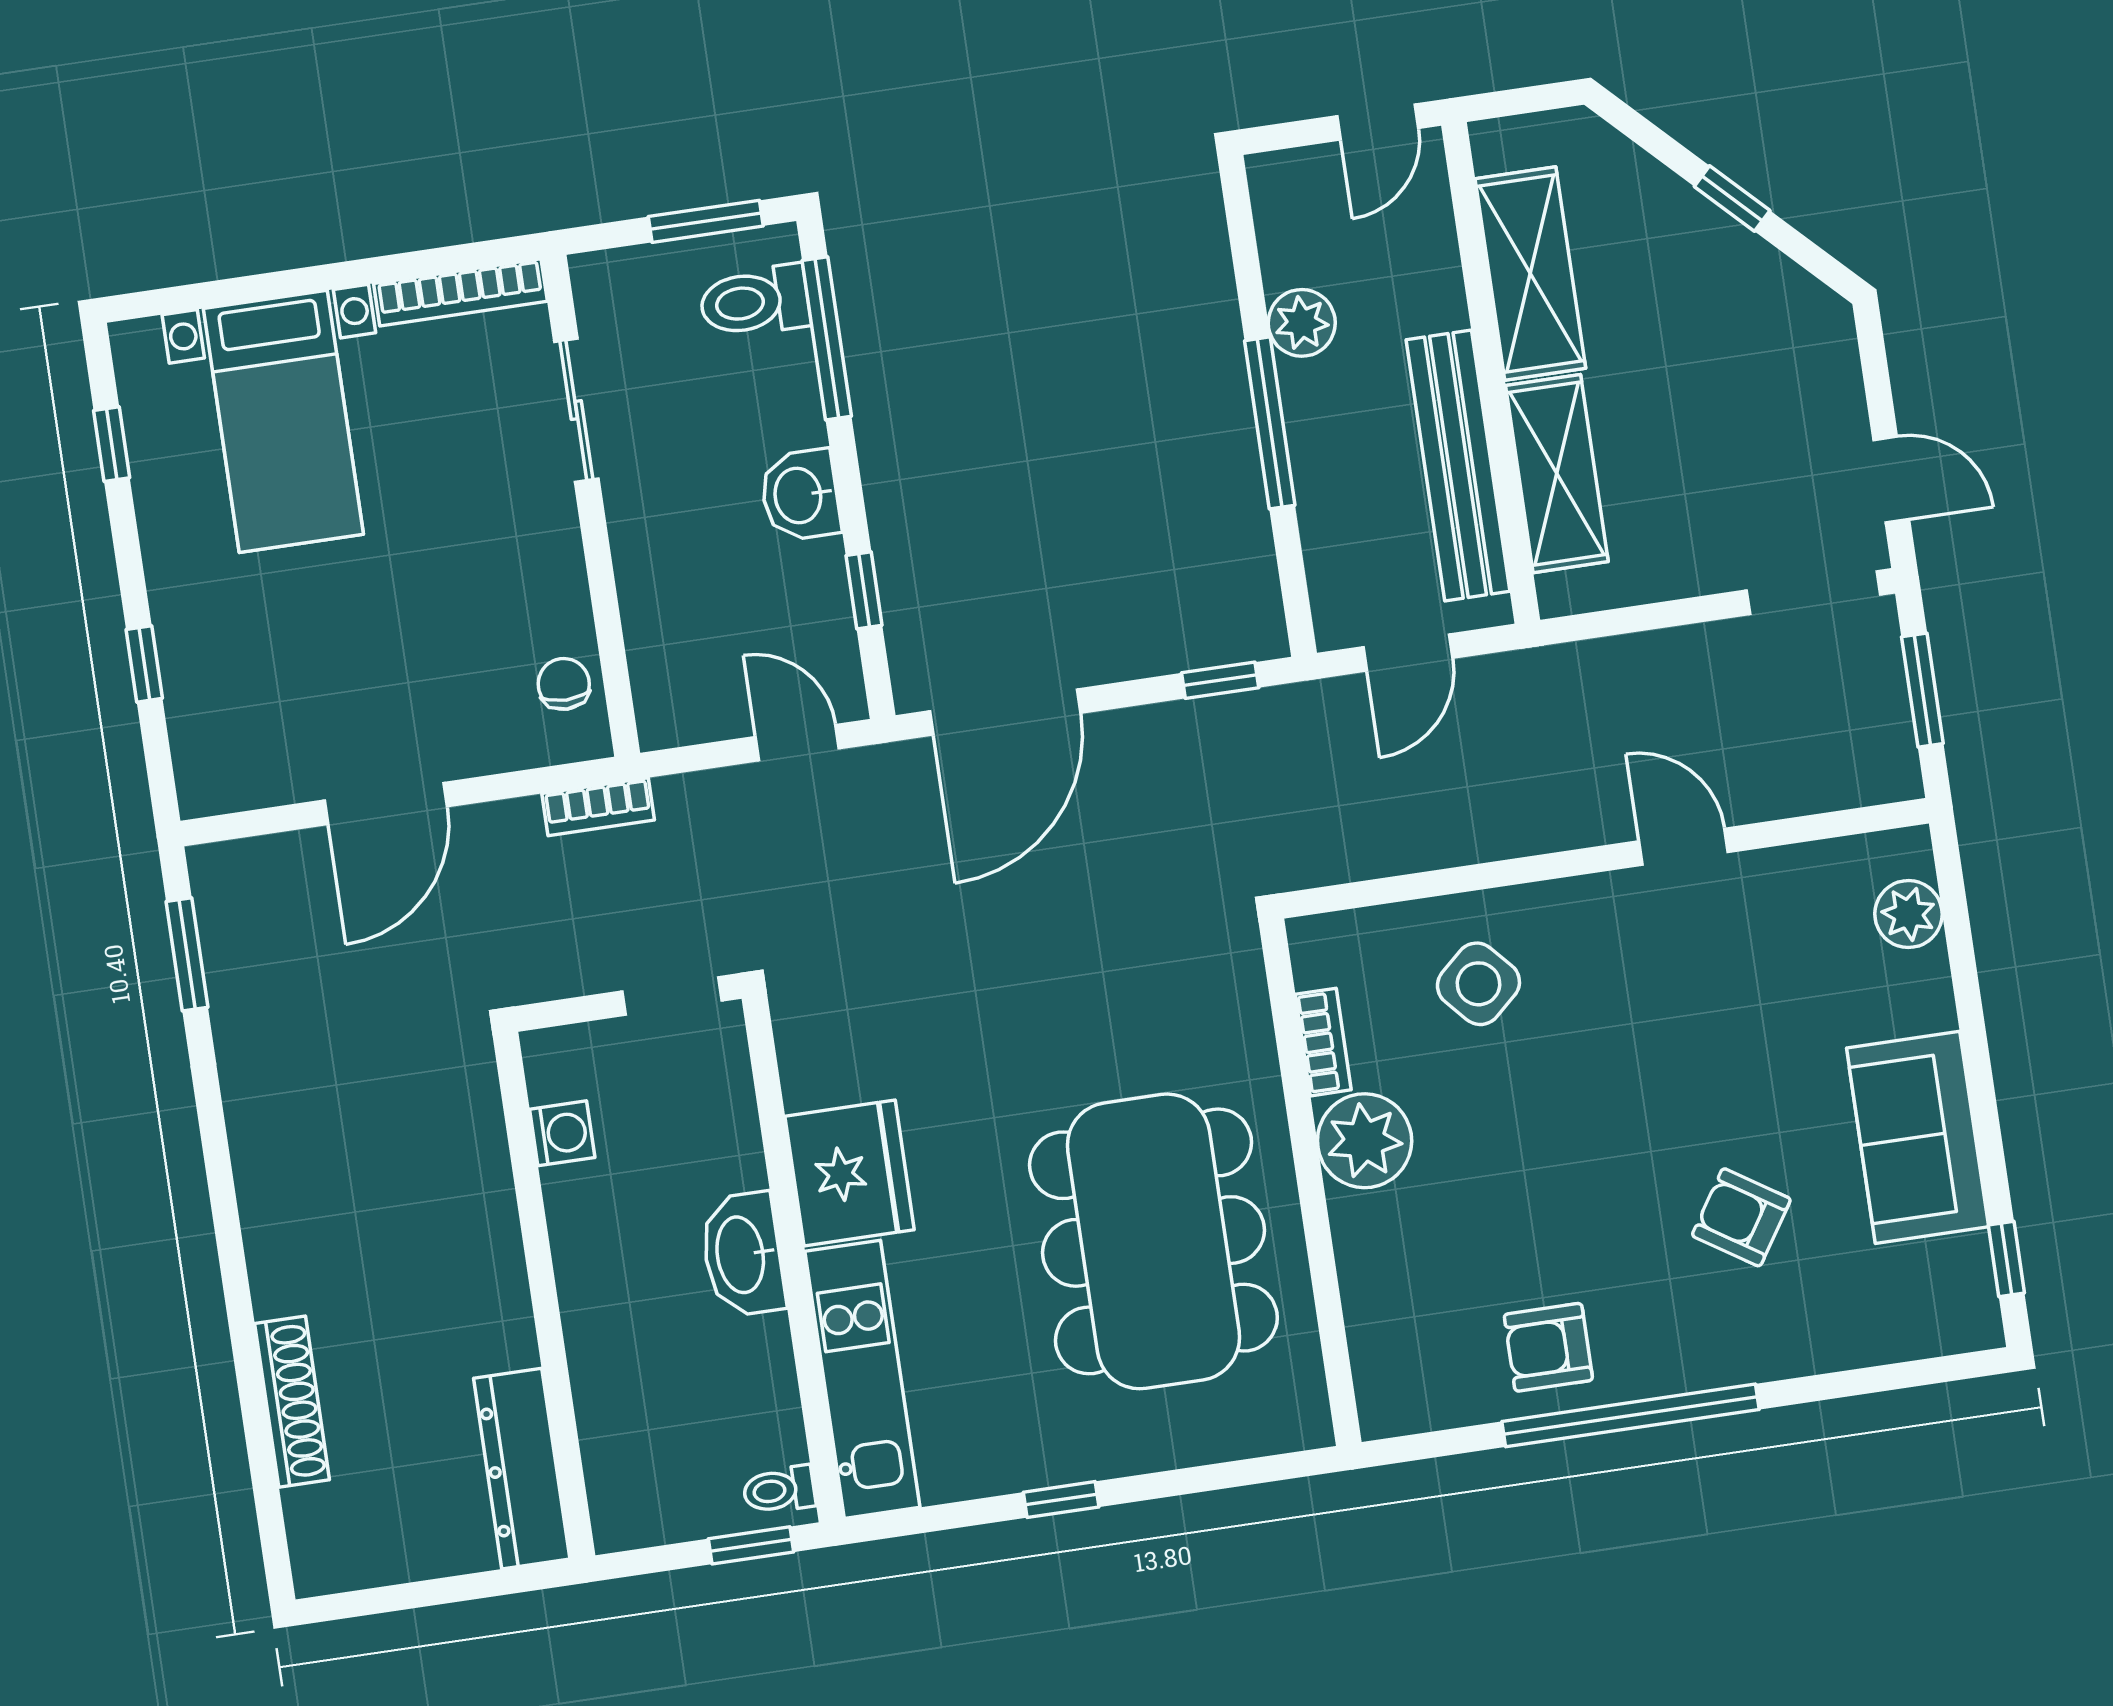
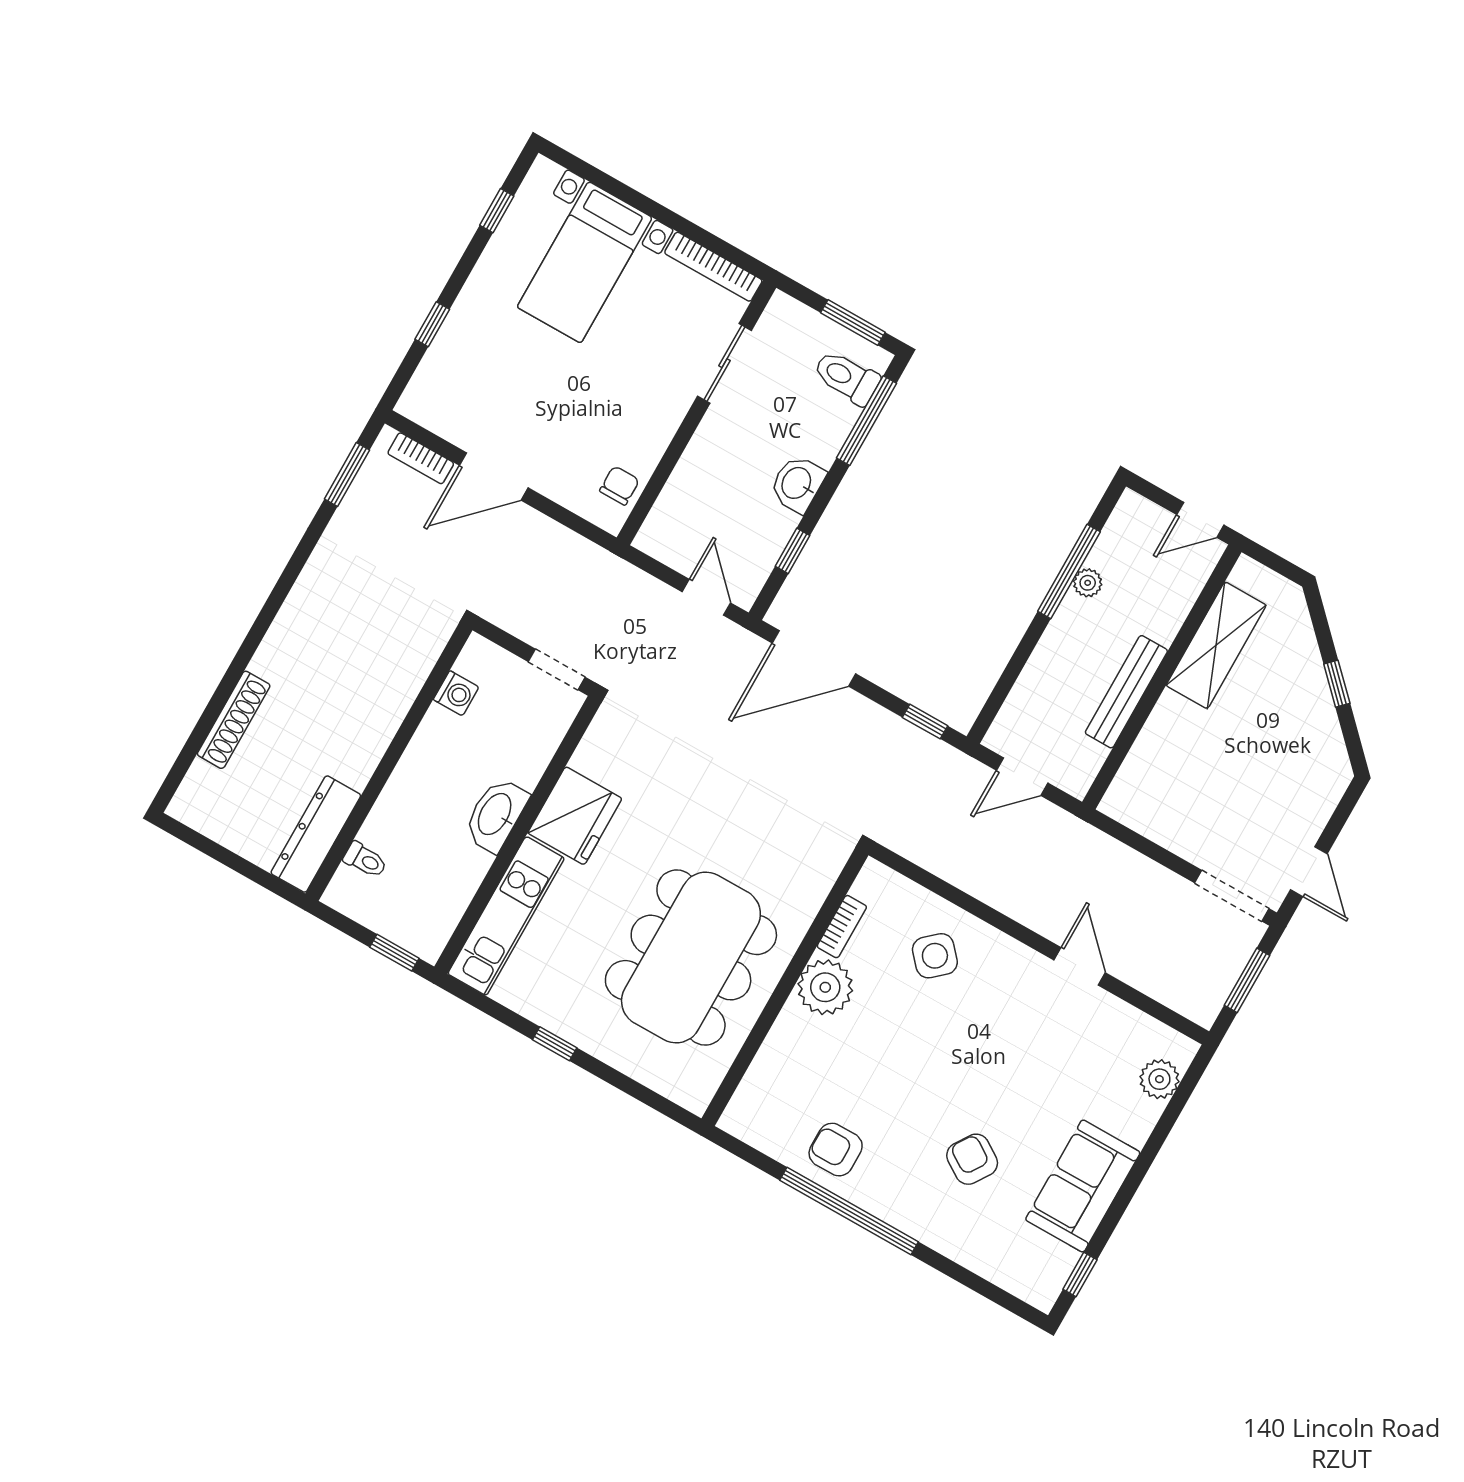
plant: (1302, 323) -> (1088, 583), width x0.73, depth x0.73
window: (1270, 423) -> (1069, 572), moved
bench: (1458, 466) -> (1126, 692), width x0.73, depth x0.82
shelving: (1557, 474) -> (1156, 748), removed
bookcase: (598, 807) -> (421, 458), moved
toilet: (779, 1490) -> (365, 860), moved, turned 180

